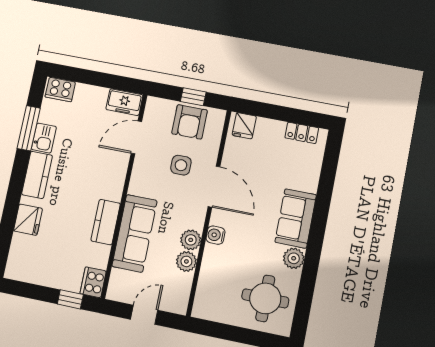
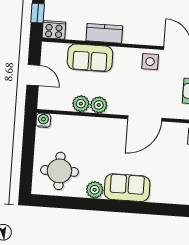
side table: (181, 165) -> (150, 62), moved
sofa: (135, 233) -> (90, 58), width x0.73
water cooler: (216, 235) -> (43, 120), moved

